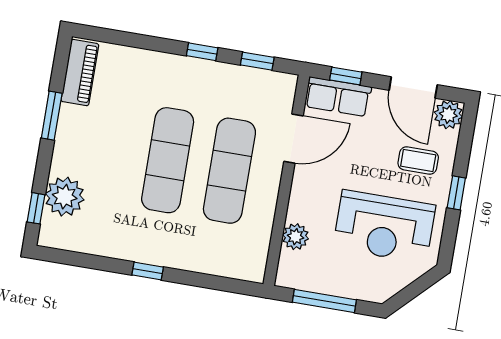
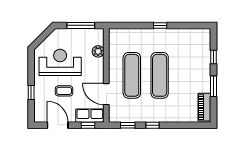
plant: (448, 115) -> (40, 116), removed
door: (293, 139) -> (106, 94), hinge flipped
coffee table: (418, 160) -> (64, 91), moved
window: (456, 193) -> (31, 92), moved
plant: (65, 197) -> (202, 52), removed
window: (36, 208) -> (214, 57), moved

